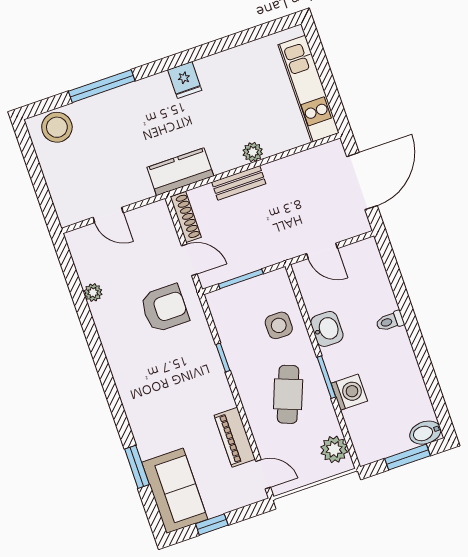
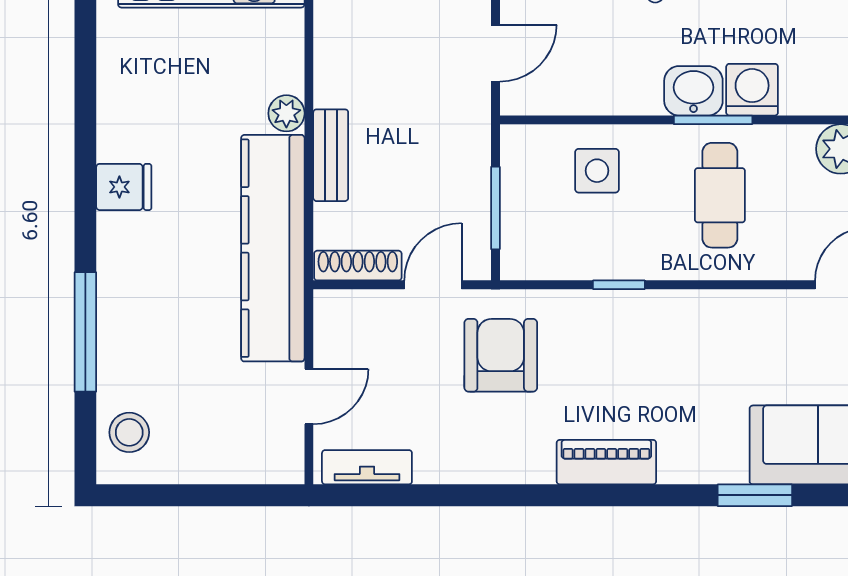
stool: (57, 127) -> (129, 432), width x0.73, depth x0.73
kitchen counter: (180, 172) -> (273, 248), width x2.08, depth x1.17
tv unit: (82, 258) -> (367, 467), added
plant: (93, 293) -> (432, 468), removed
washbasin: (327, 329) -> (693, 91), moved
cafe table: (288, 394) -> (720, 195), turned 69
piano: (235, 437) -> (606, 462), moved, turned 180

